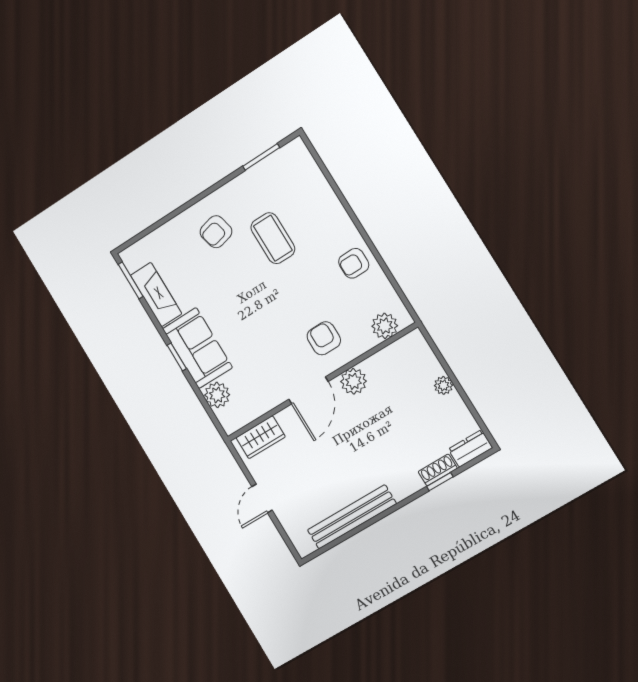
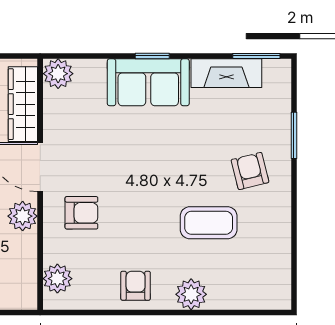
window: (261, 157) -> (294, 135), moved
plant: (334, 217) -> (191, 294), added
plant: (217, 395) -> (58, 74), moved
wardrobe: (261, 437) -> (23, 104), width x1.50

